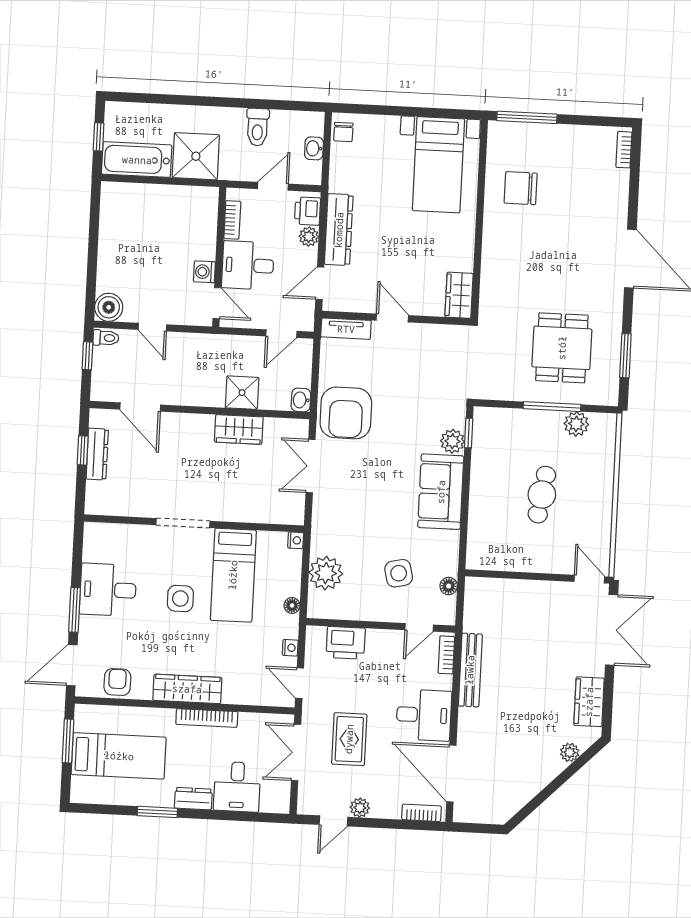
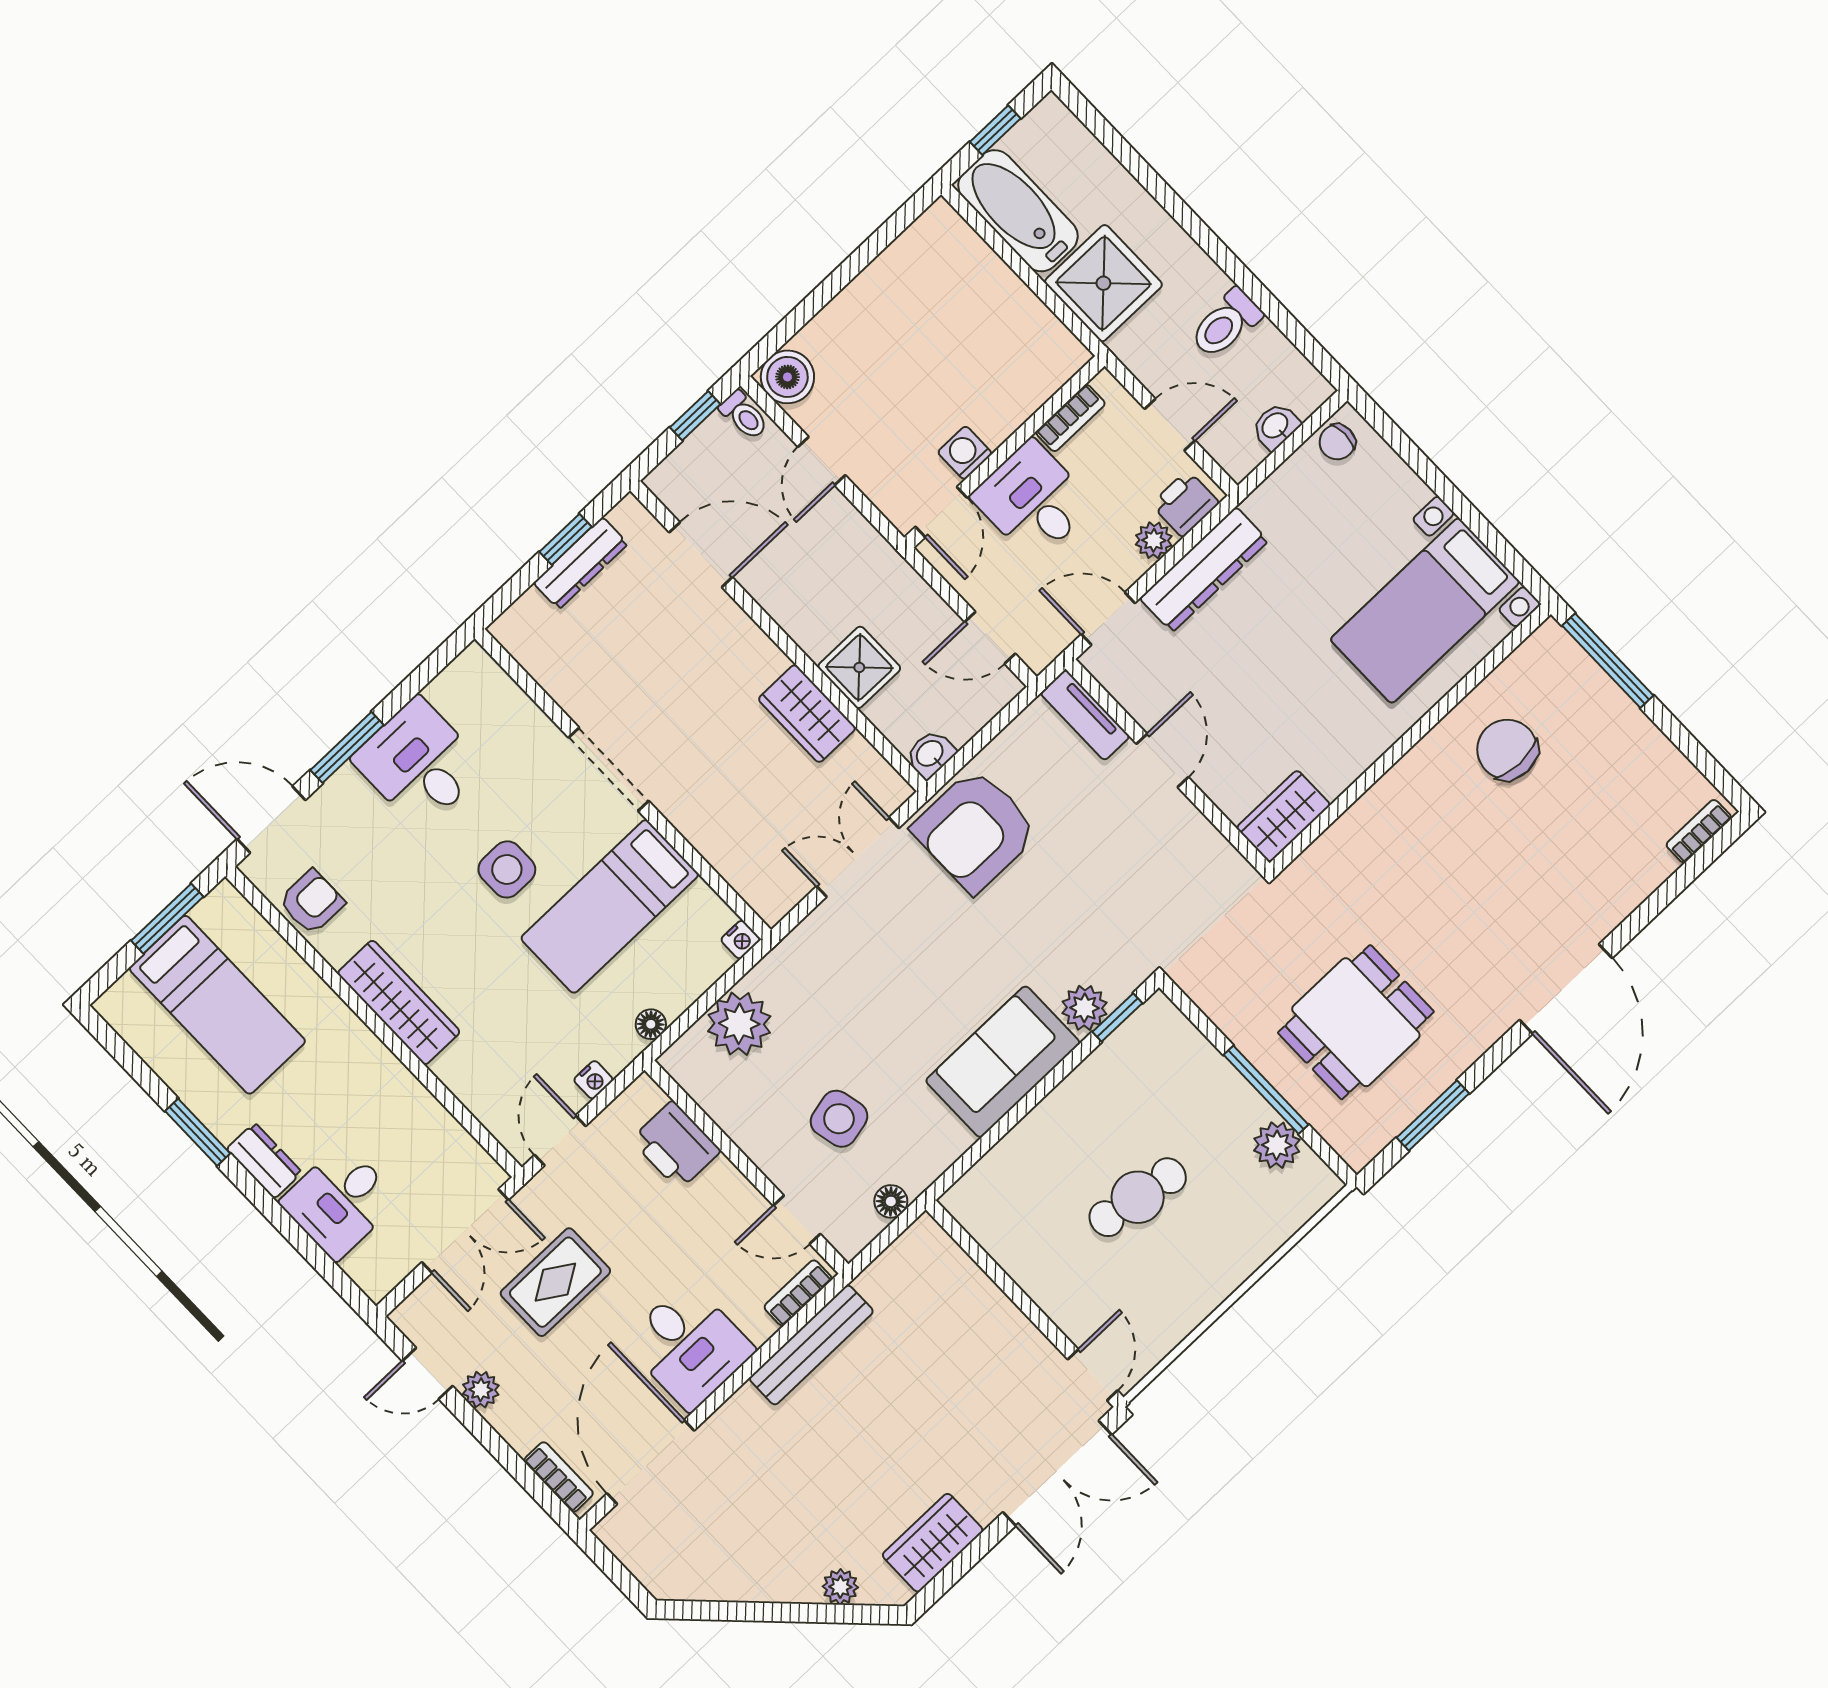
door: (140, 407) -> (701, 555), swing flipped
bookcase: (207, 718) -> (387, 1068), removed
double door: (296, 752) -> (465, 1231), swing flipped

